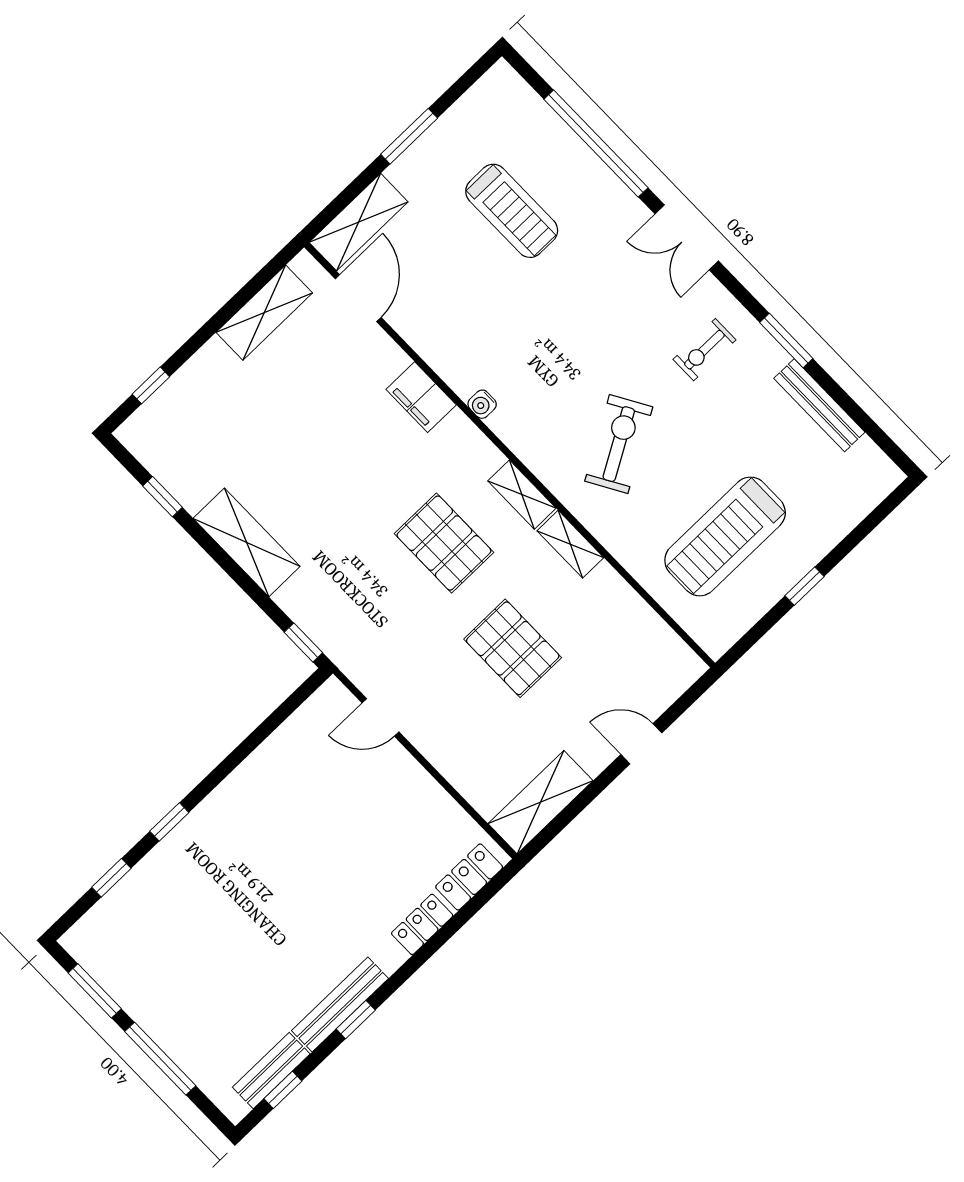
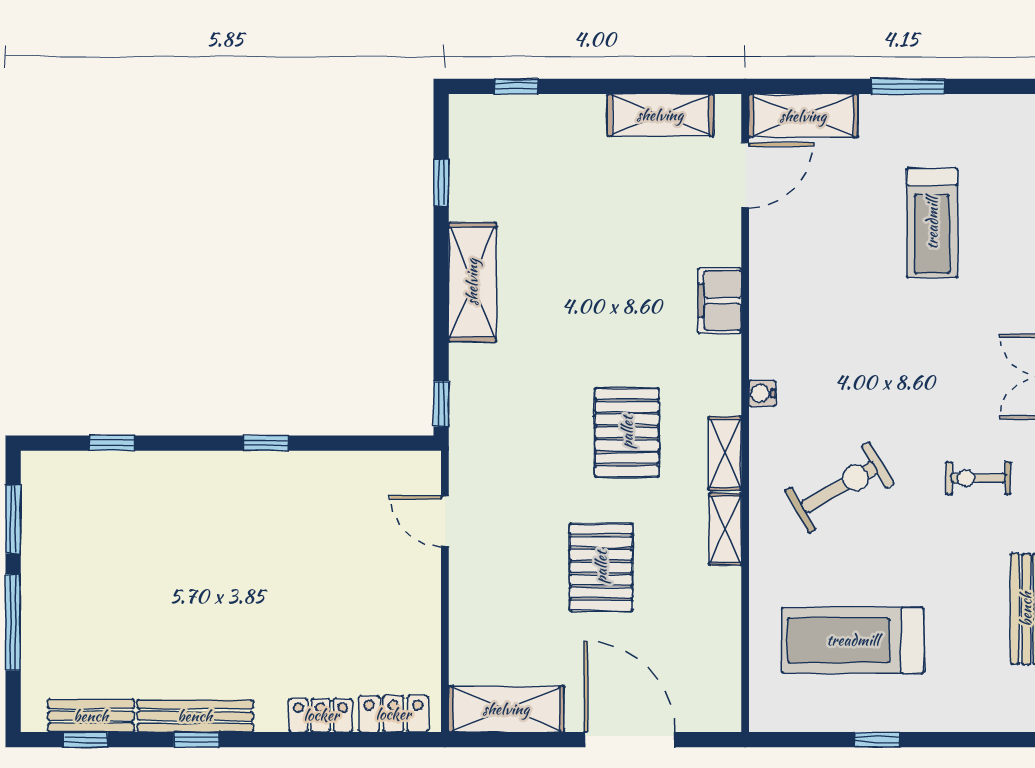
water cooler: (482, 404) -> (762, 393), moved
door: (641, 744) -> (630, 740), width x1.87
window: (169, 822) -> (266, 443), moved

